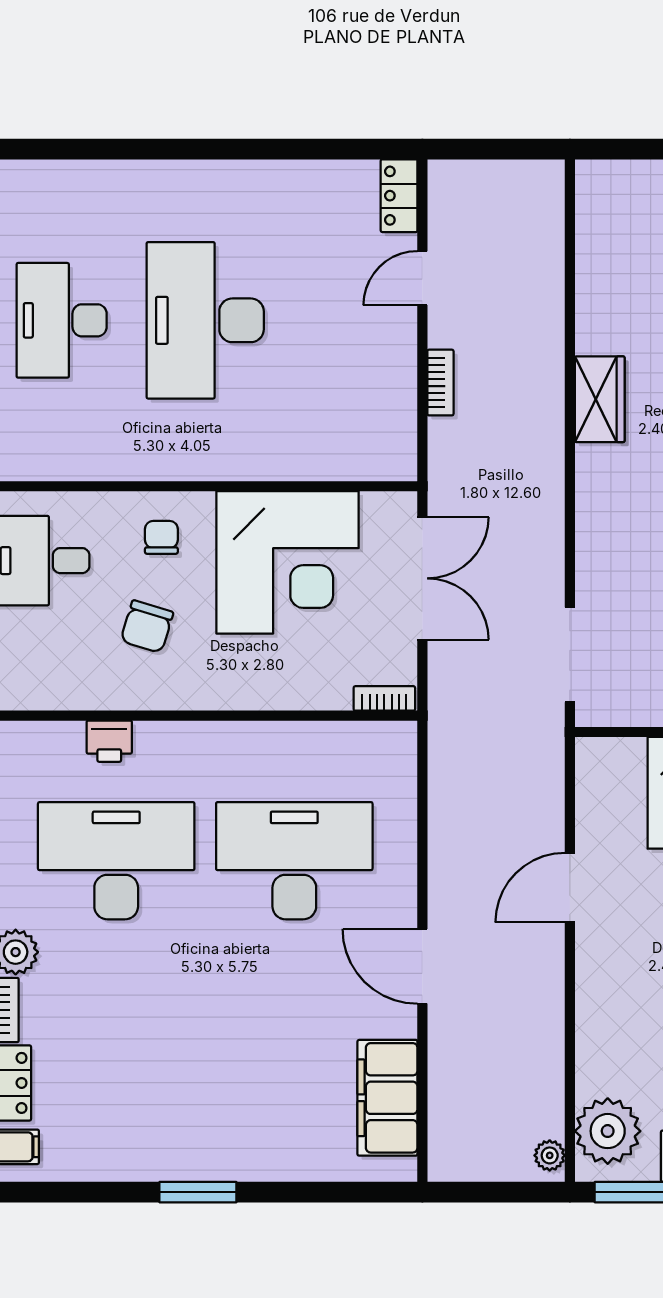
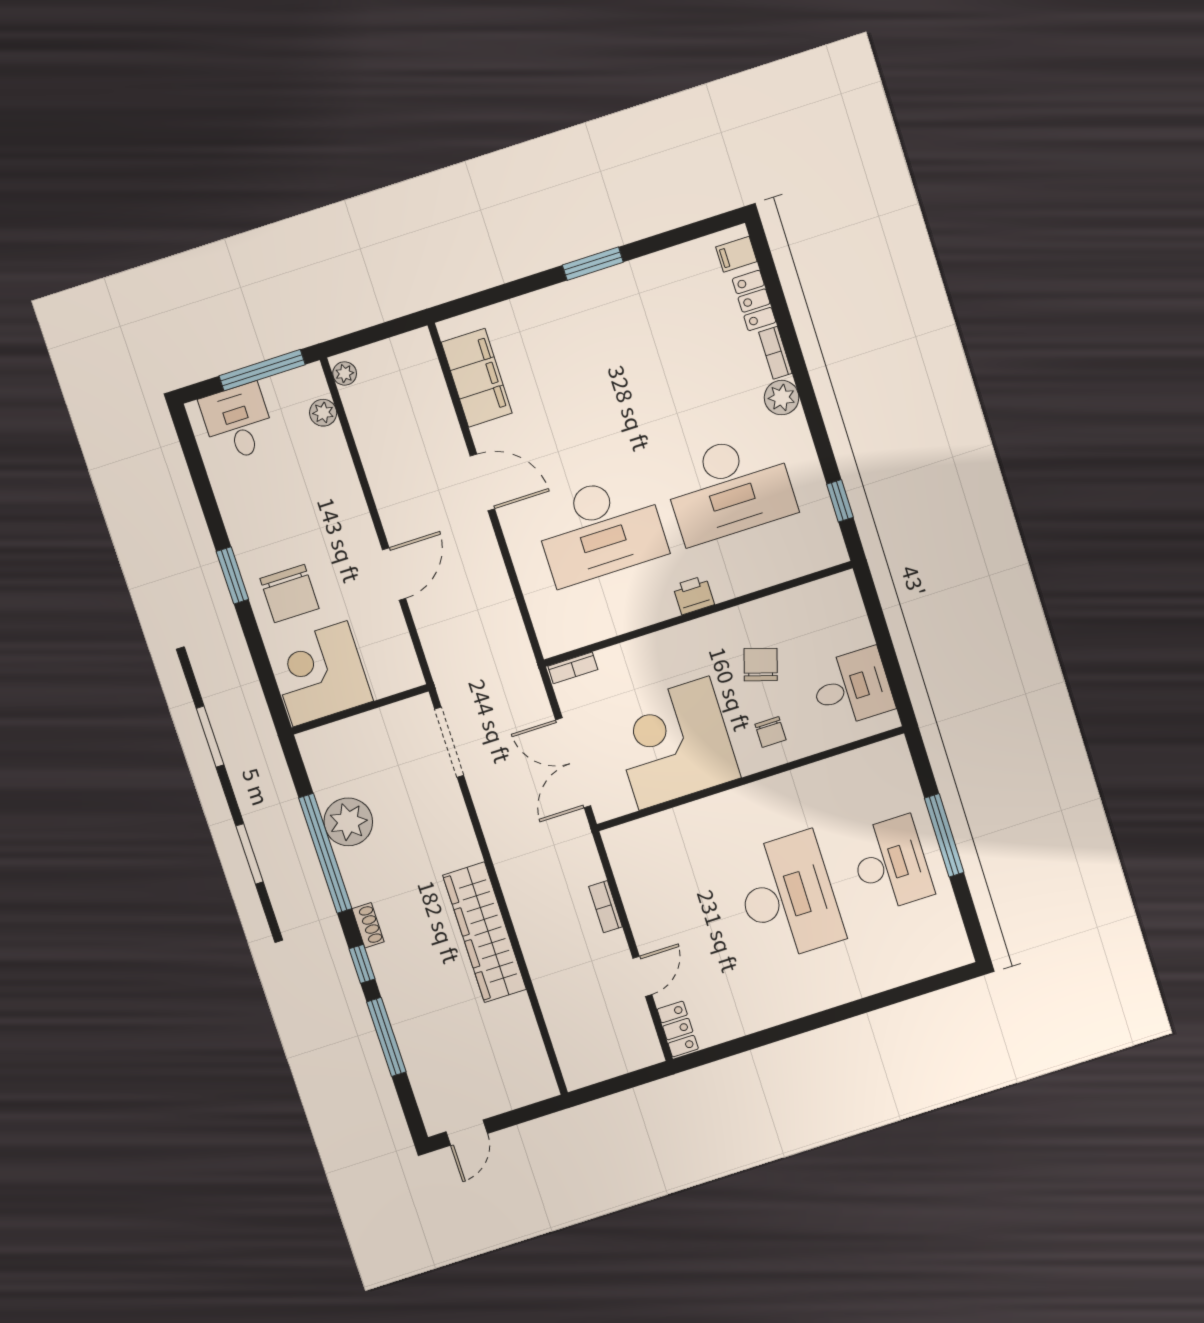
wardrobe: (600, 399) -> (485, 932), width x2.10, depth x1.17
printer: (109, 741) -> (694, 595), moved
plant: (608, 1131) -> (323, 413), width x0.53, depth x0.53

